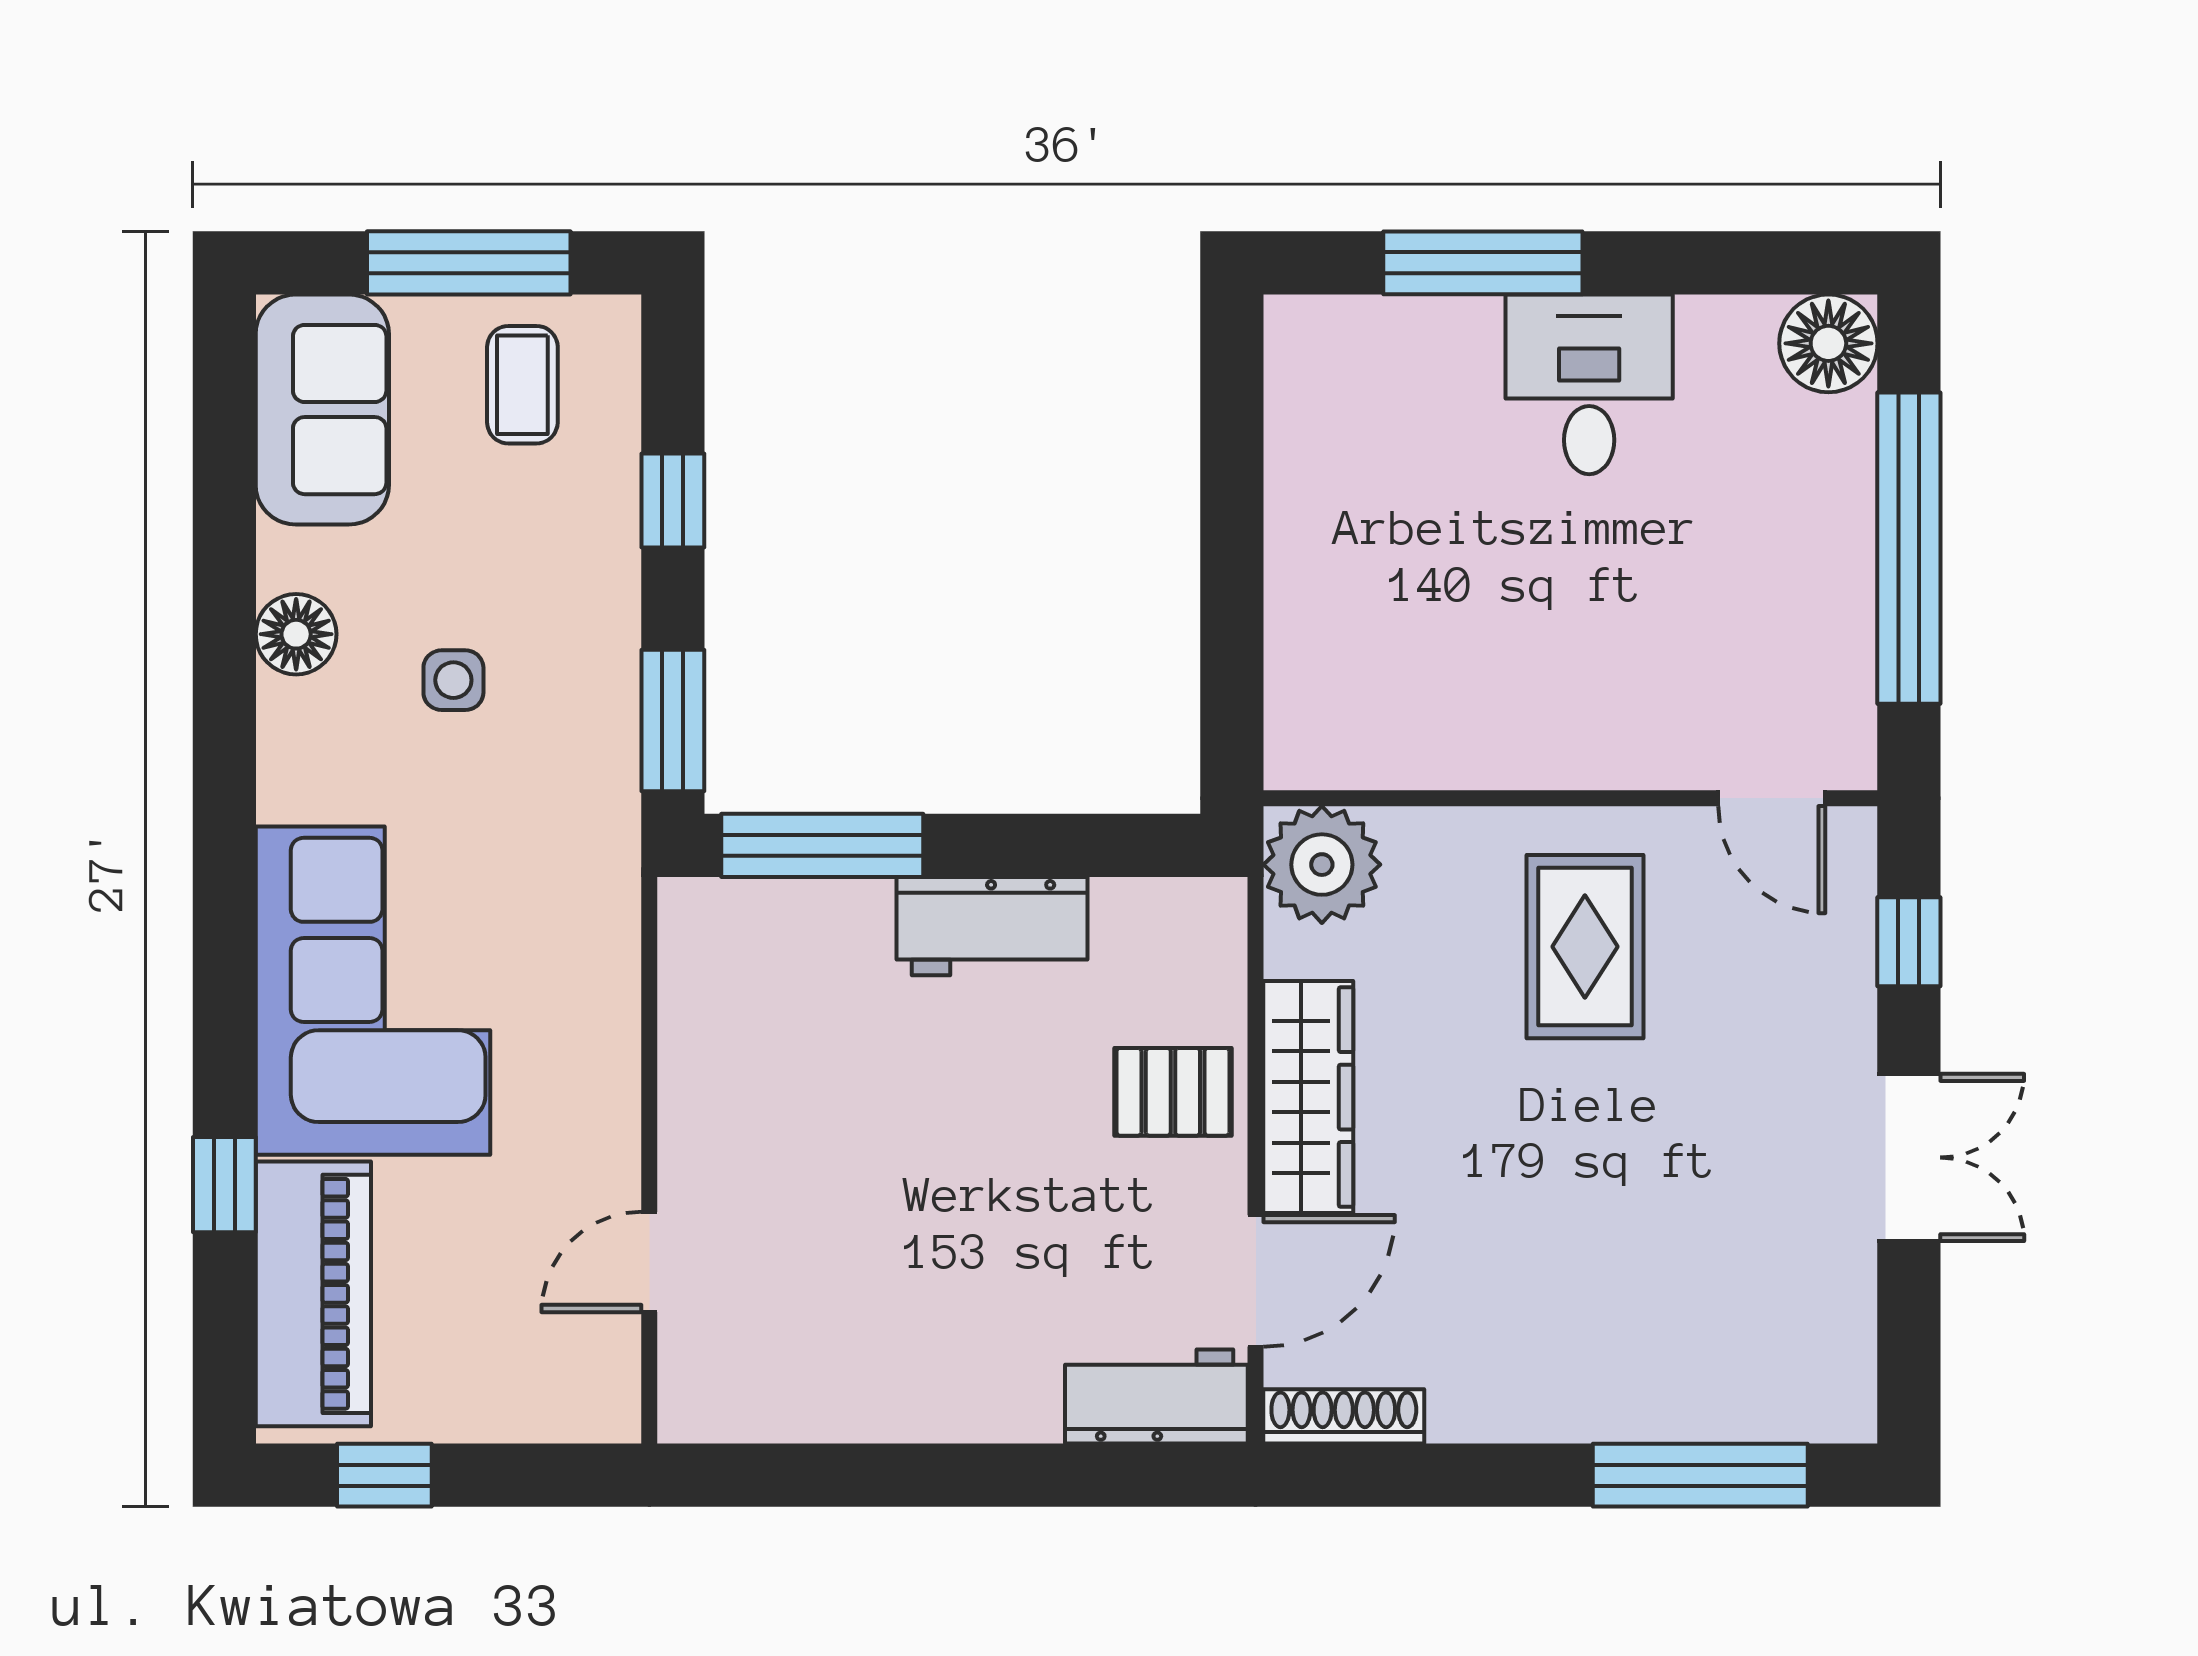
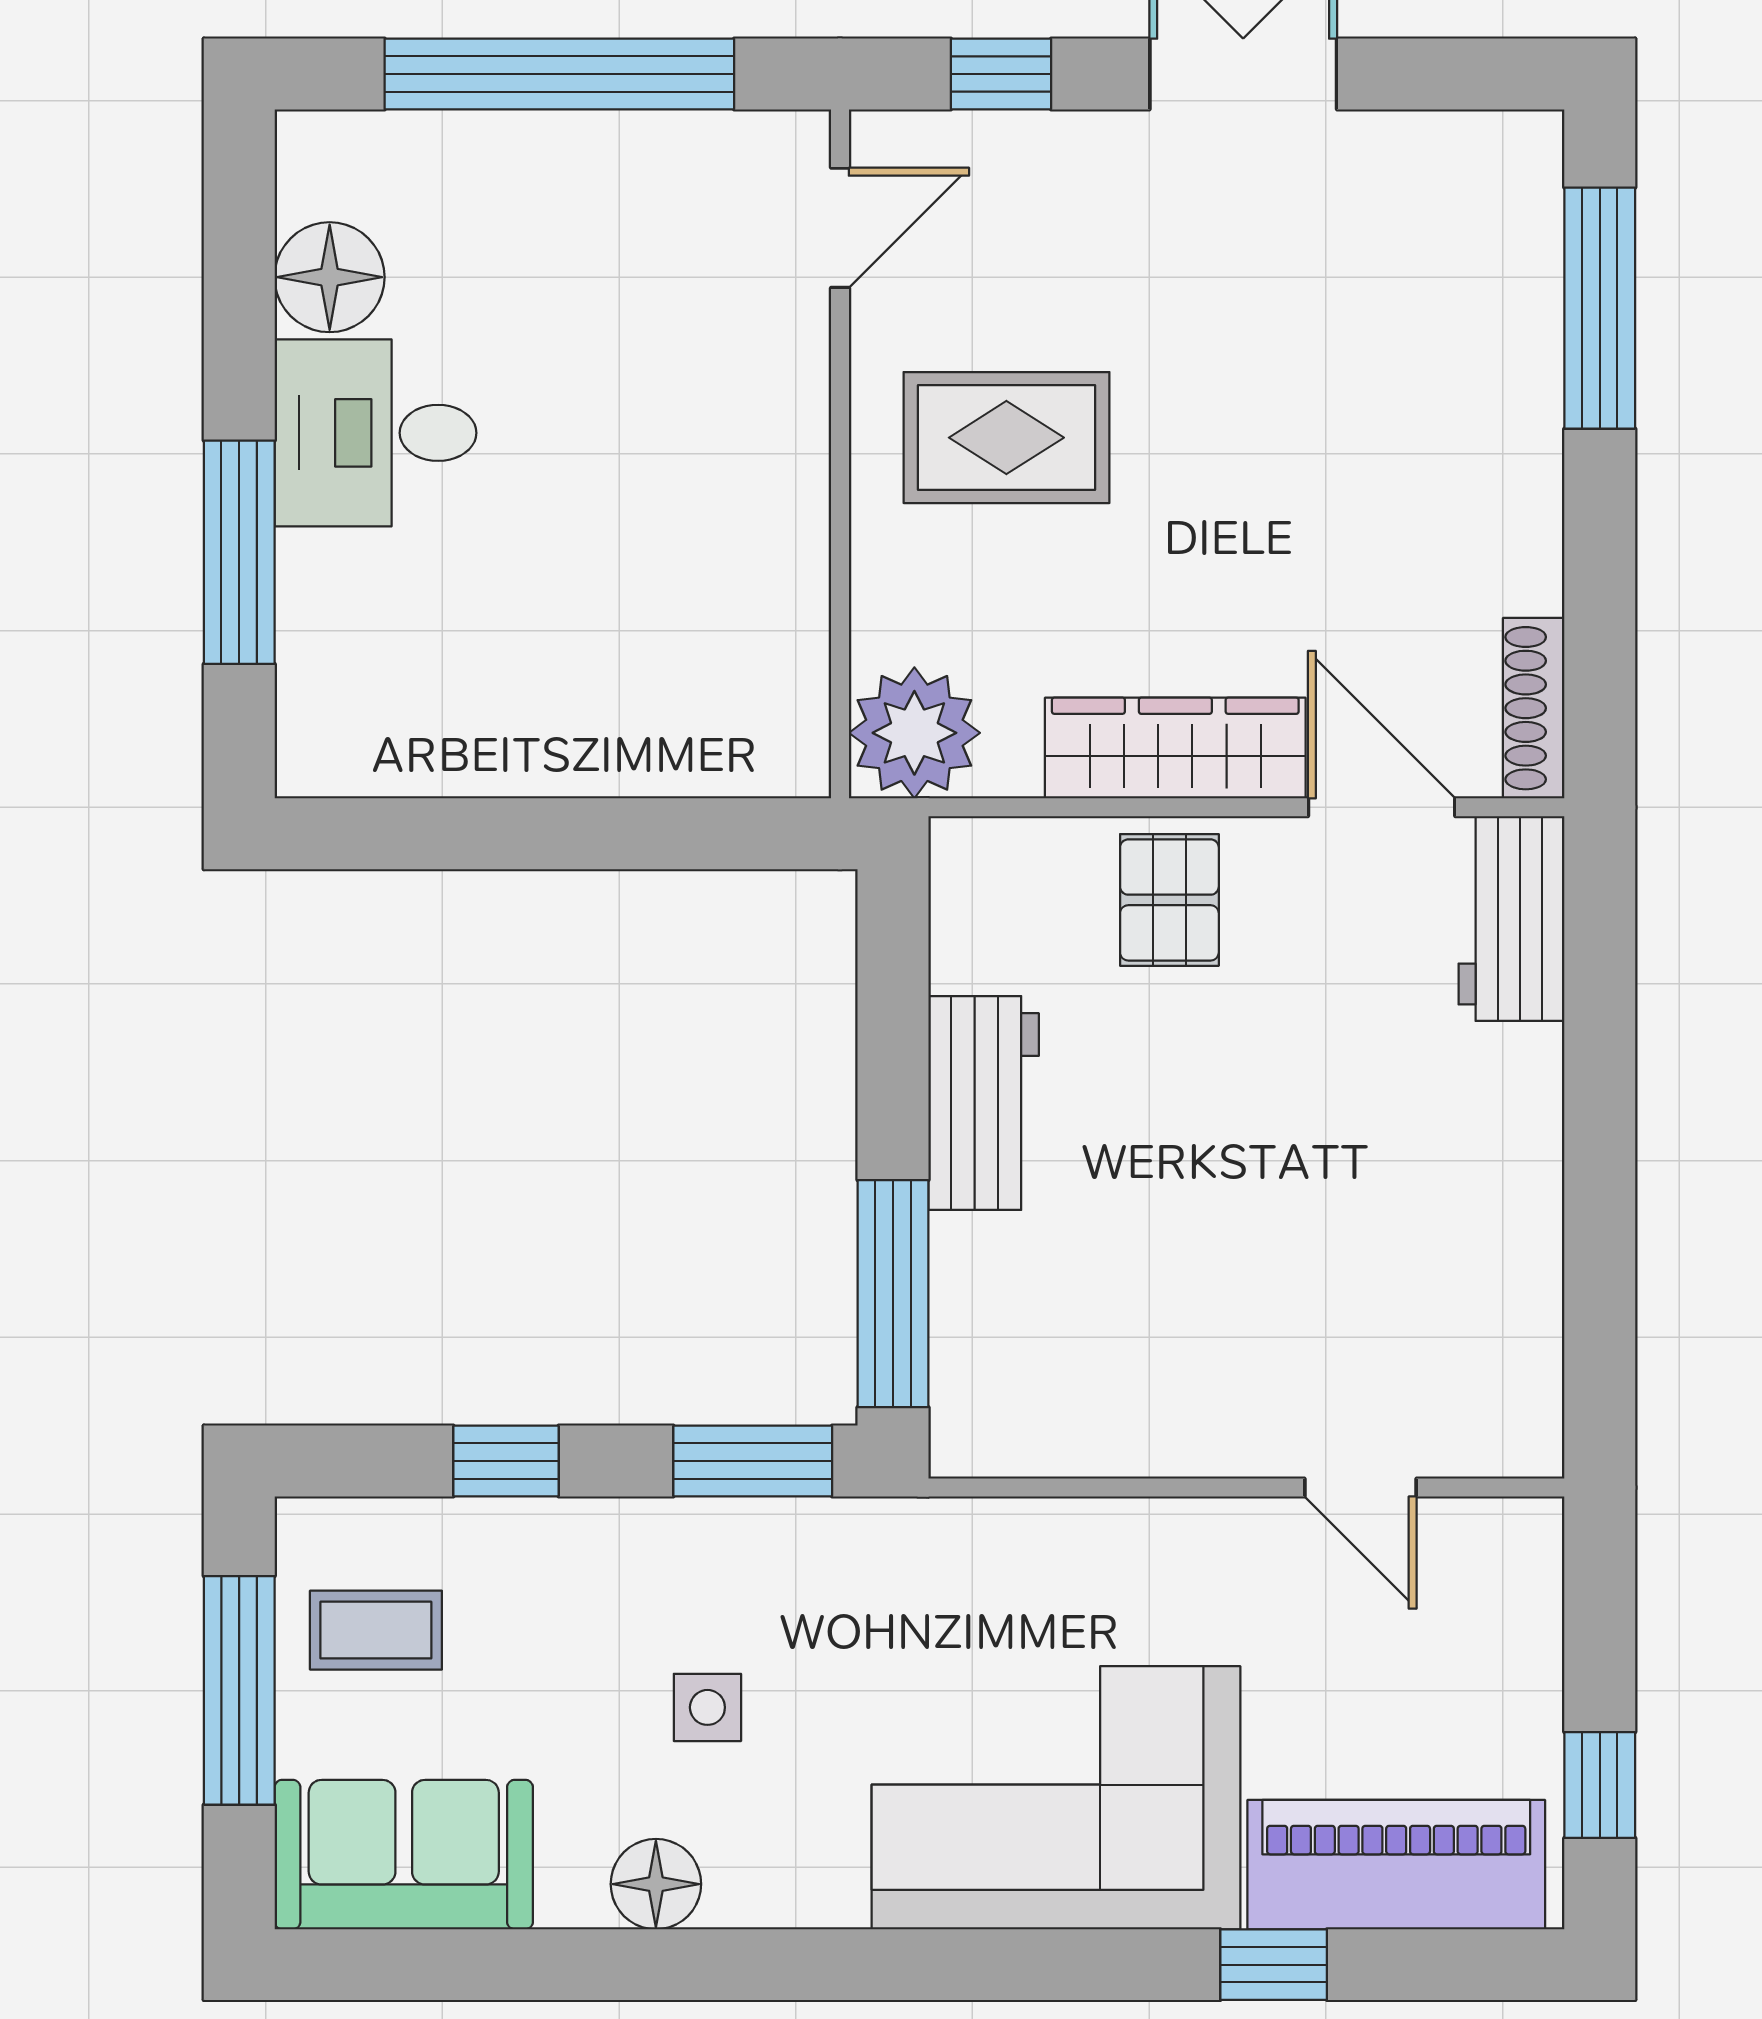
floor lamp: (1828, 343) -> (330, 277), moved

